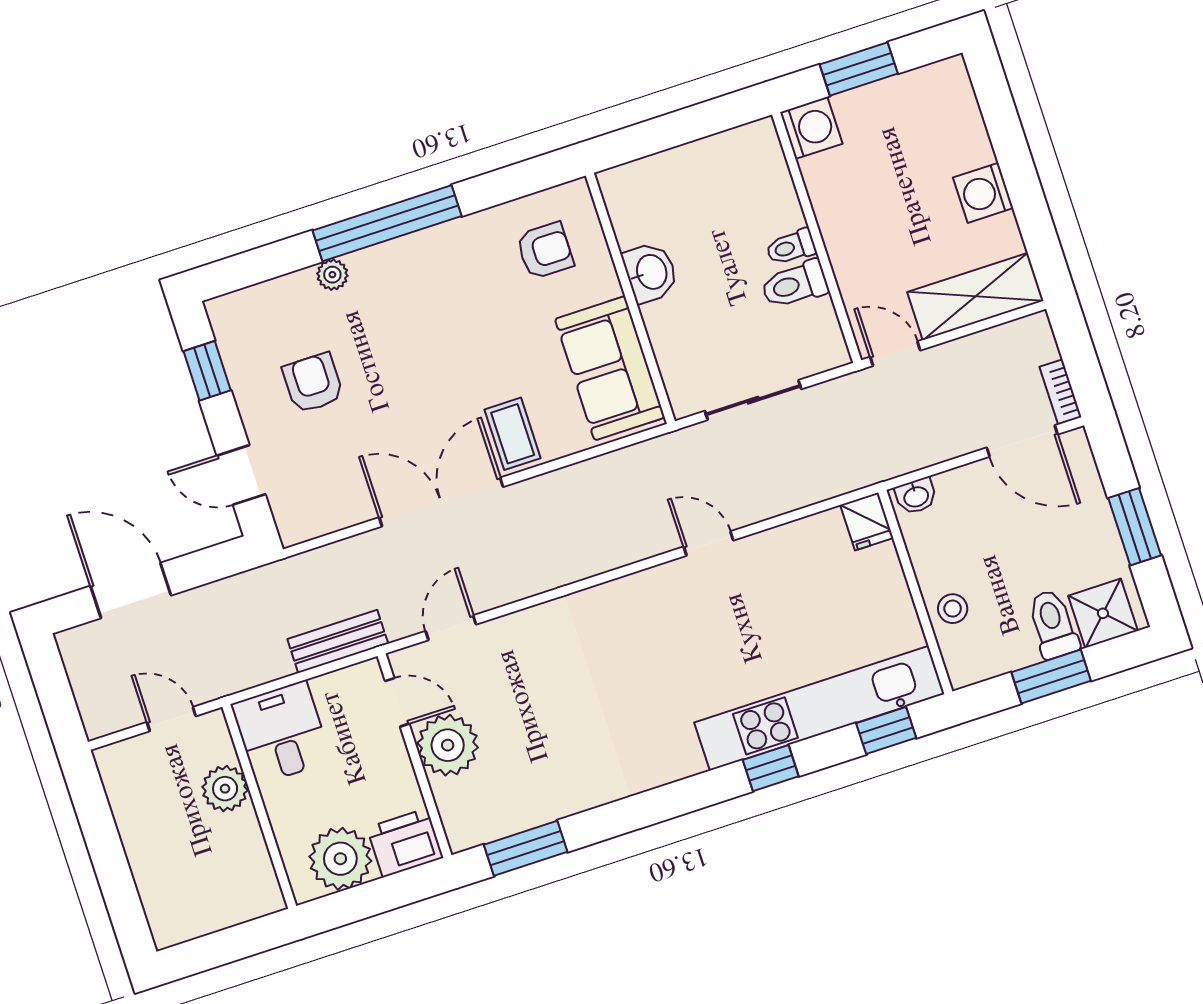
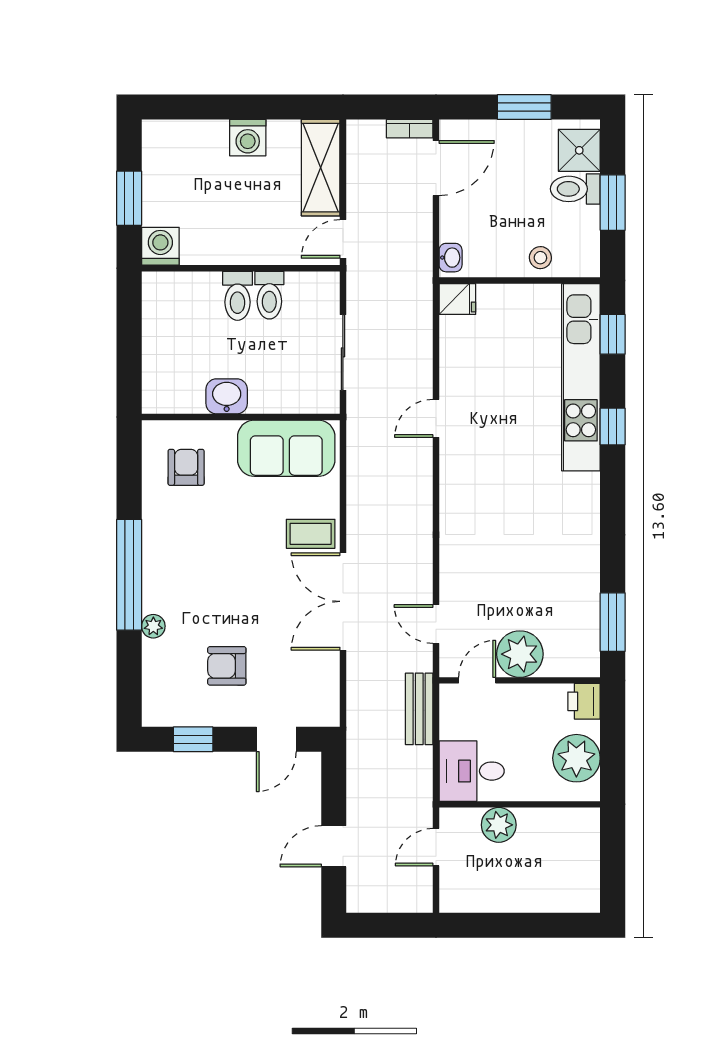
toilet: (791, 247) -> (237, 296), width x1.37, depth x1.39
door: (131, 591) -> (334, 846), width x0.73
printer: (405, 843) -> (584, 701), width x0.73, depth x0.81

